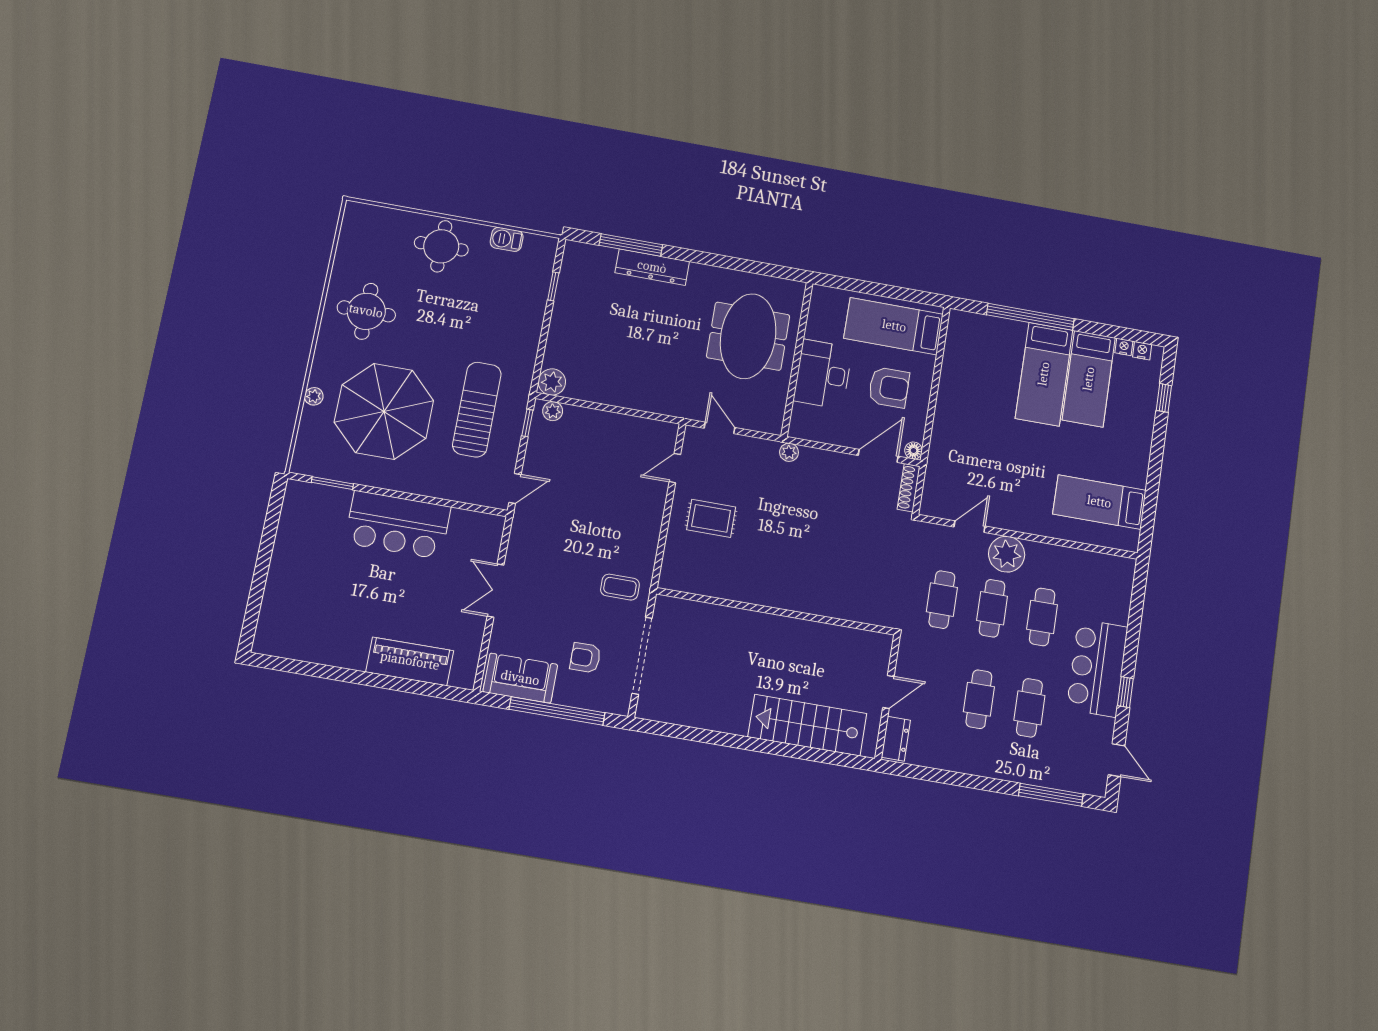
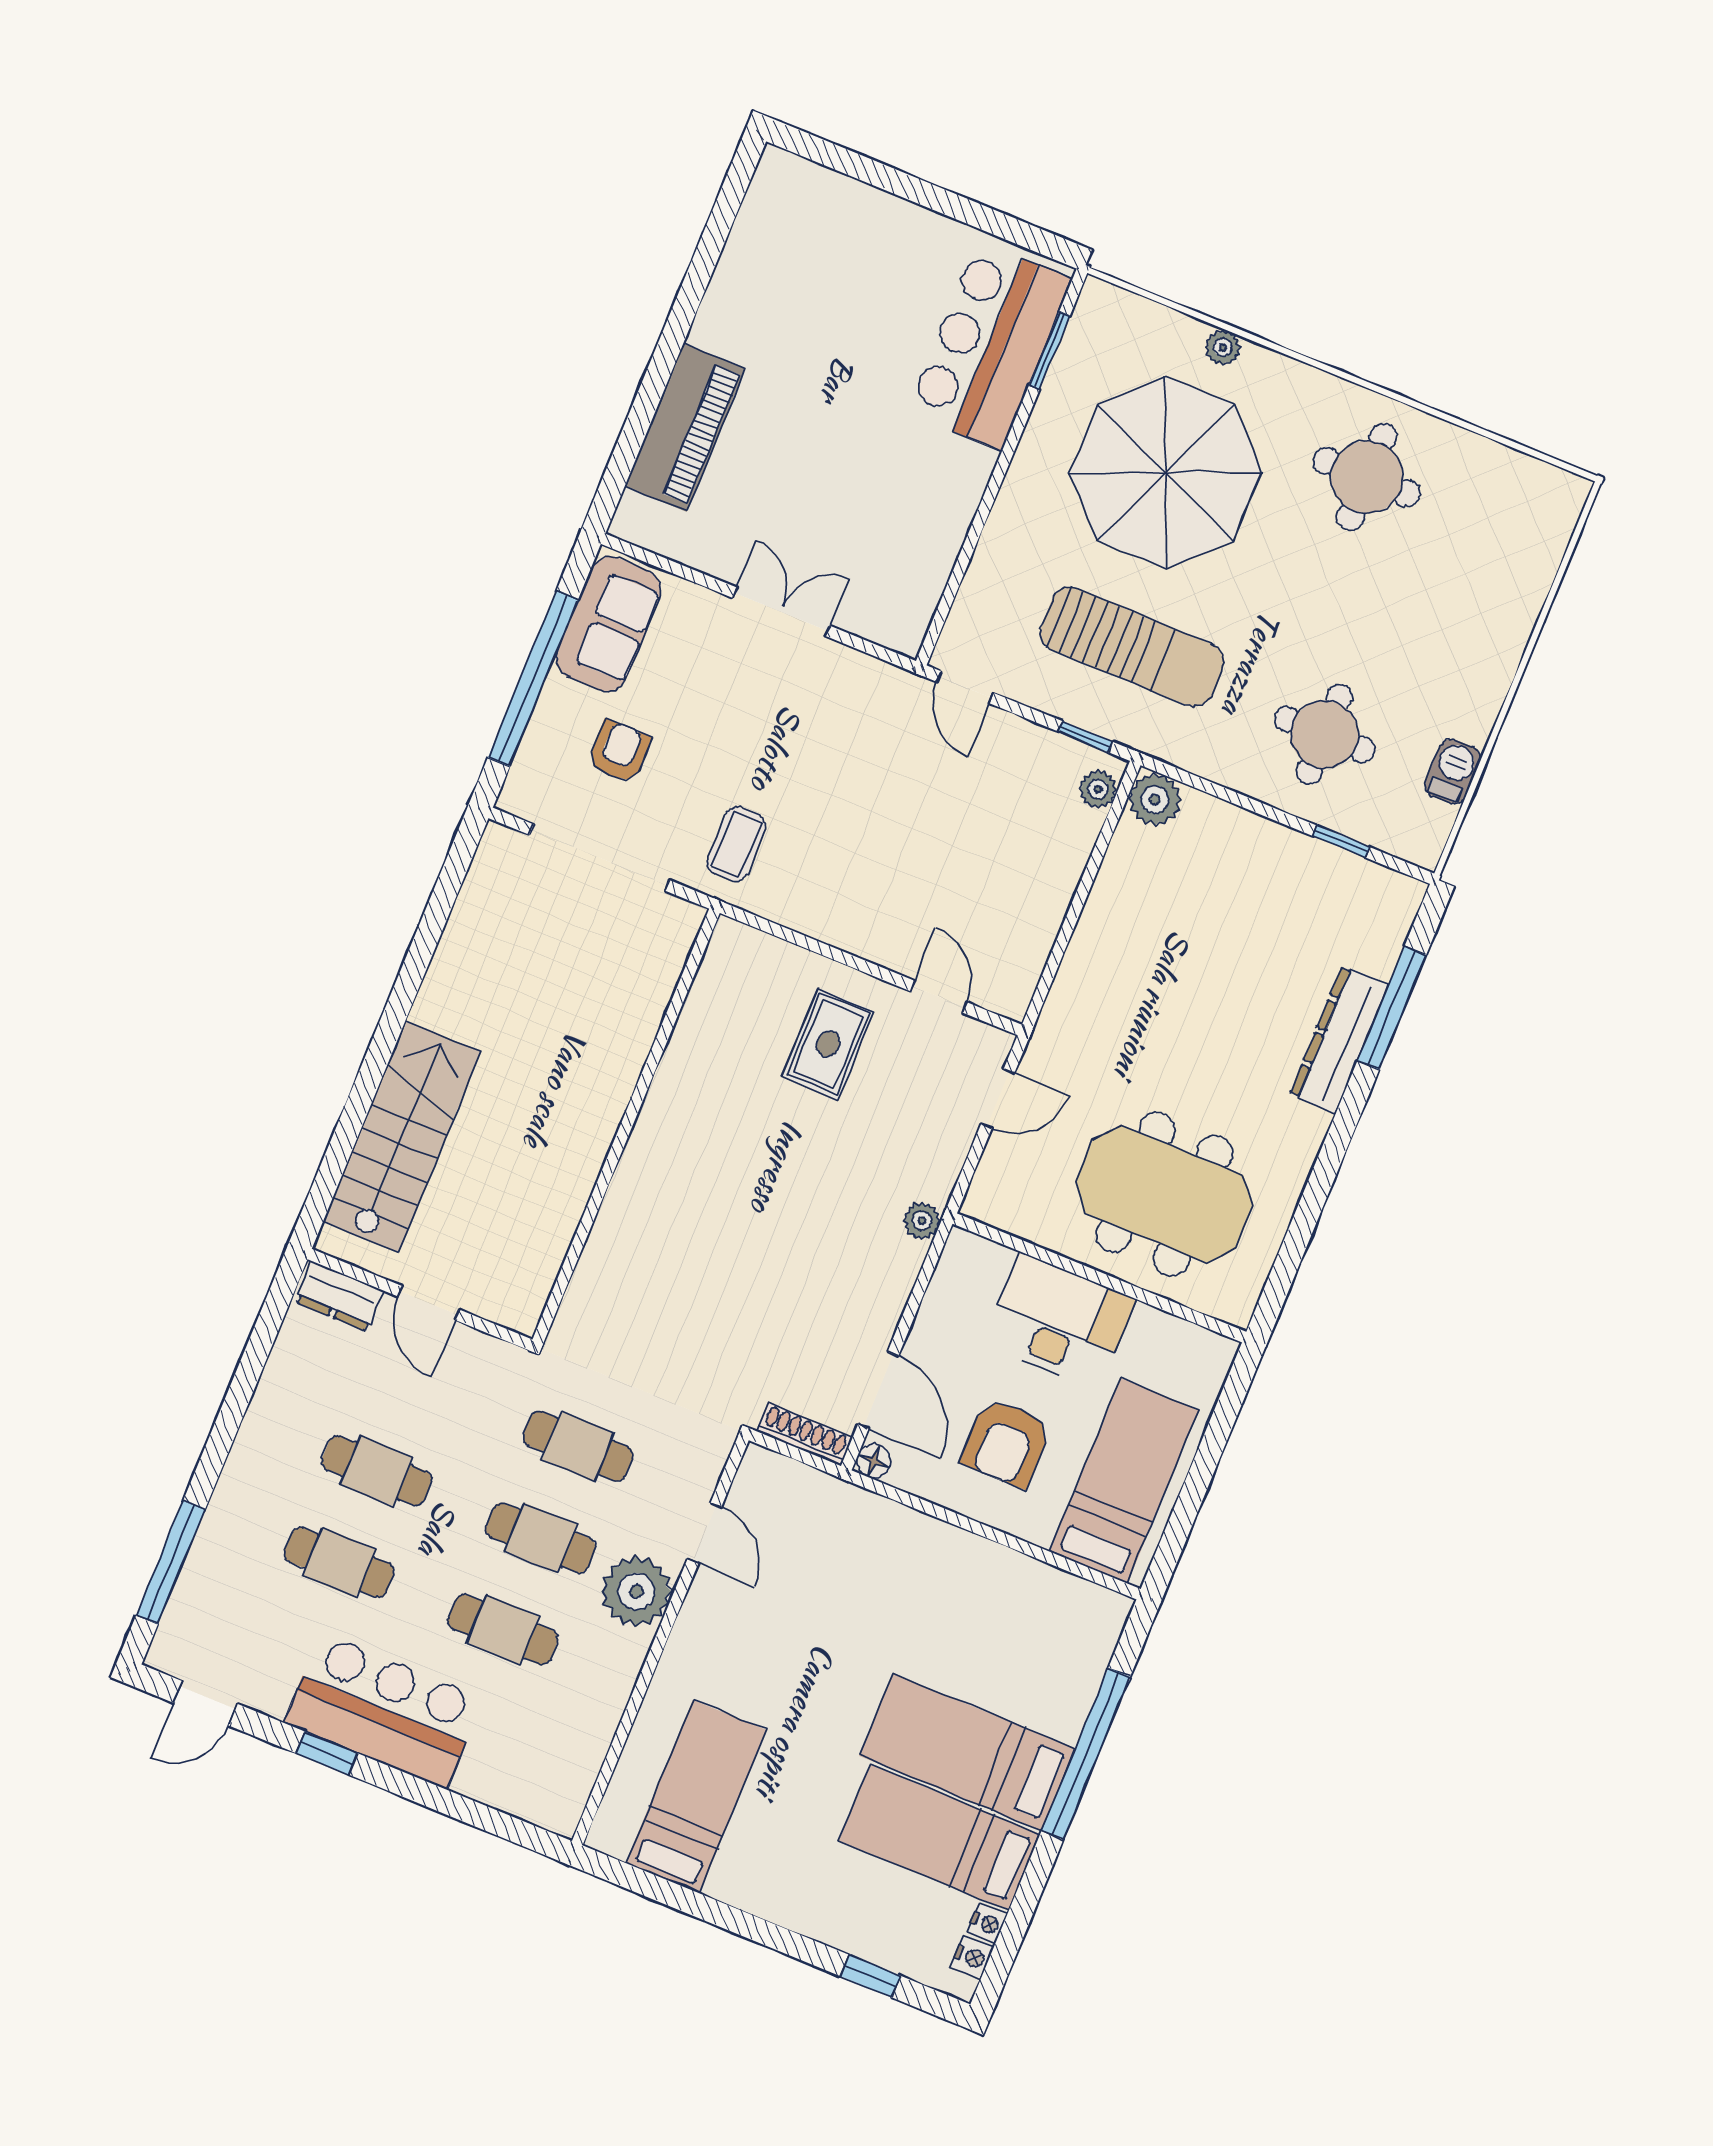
round table: (441, 246) -> (1324, 734), moved
bar counter: (398, 525) -> (989, 346), moved

